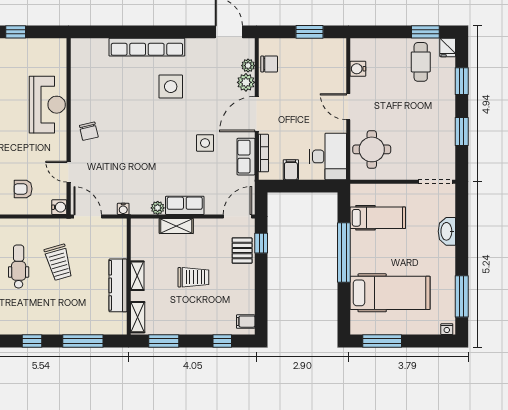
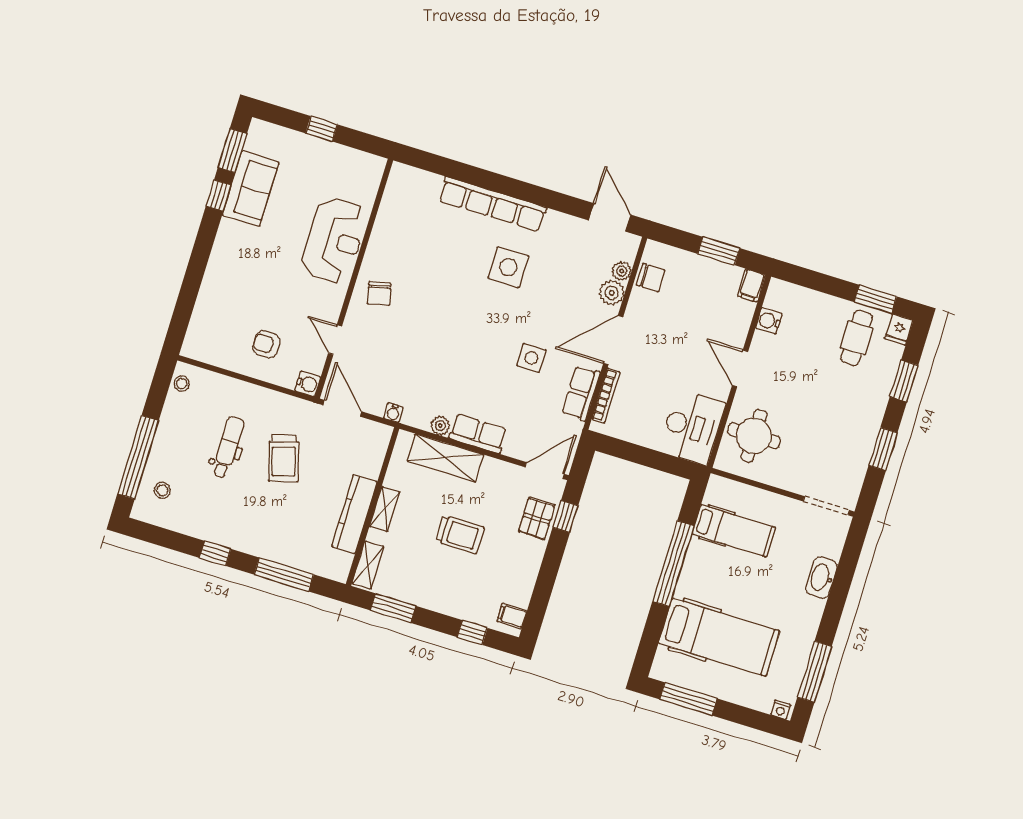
filing cabinet: (291, 170) -> (752, 285), moved, turned 180
shelving: (176, 226) -> (445, 458), width x1.50, depth x1.33

